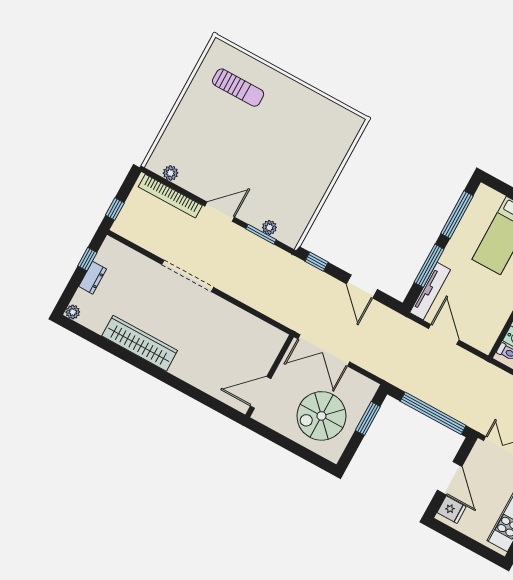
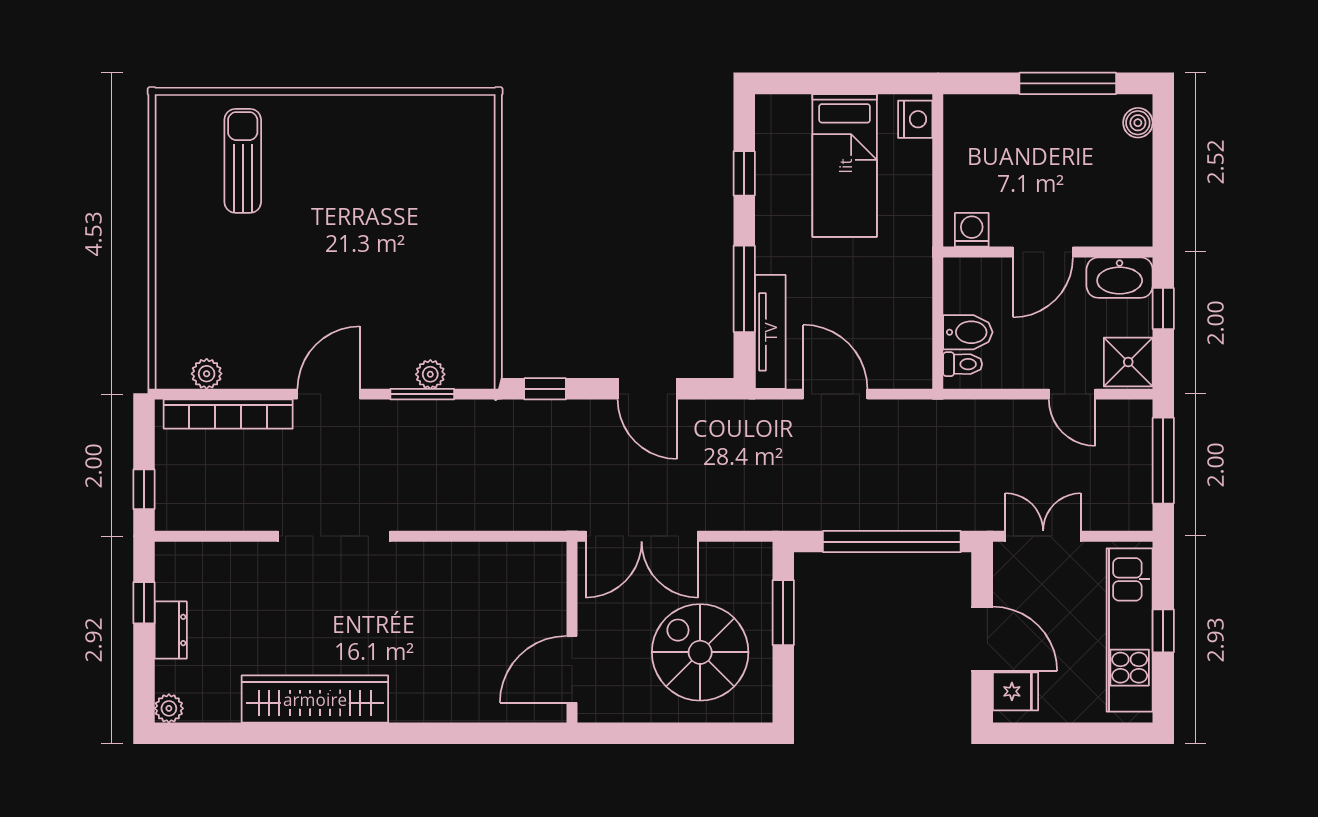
sun lounger: (238, 88) -> (243, 161), turned -90
window: (457, 215) -> (744, 173), width x0.46
spiral stairs: (321, 416) -> (700, 652), turned 90

